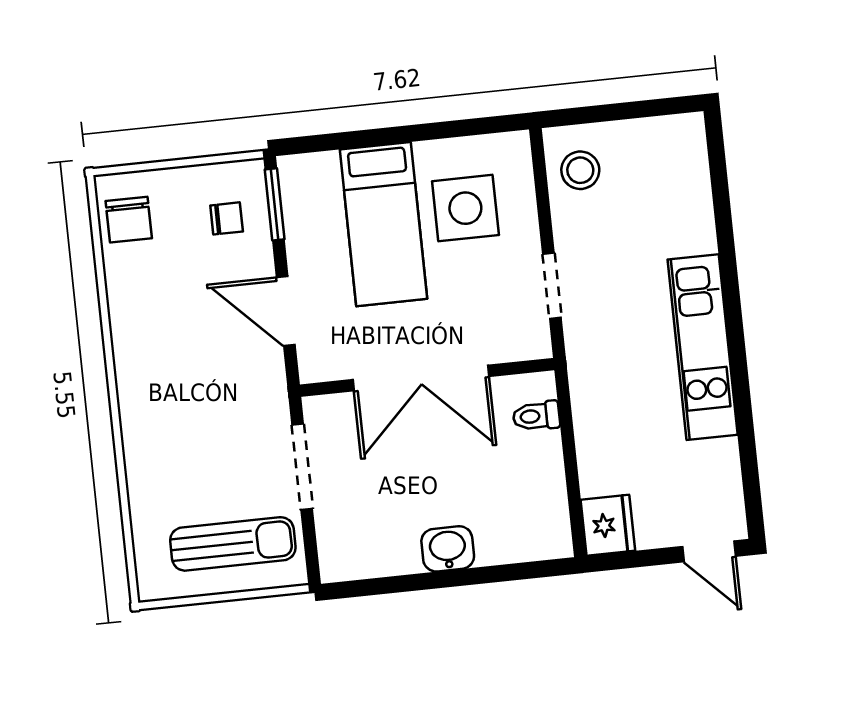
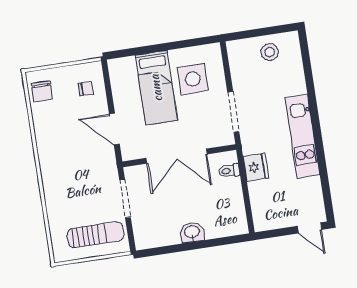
stool: (580, 170) -> (270, 52), moved
window: (275, 204) -> (107, 81), removed
doorway: (552, 286) -> (233, 112), width x1.38
fridge: (608, 525) -> (256, 167), moved

